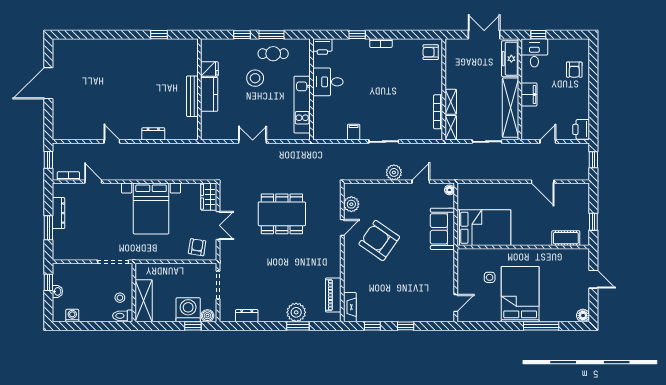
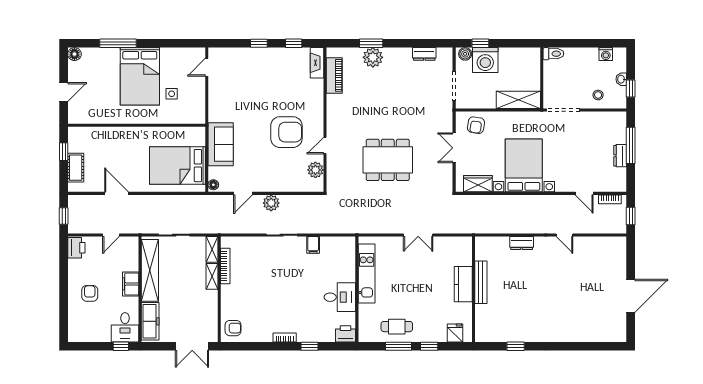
double door: (484, 35) -> (192, 346), moved
fridge: (209, 69) -> (455, 333), moved, turned 90
armchair: (574, 70) -> (90, 293), moved
stool: (255, 78) -> (416, 301), removed
wardrobe: (209, 197) -> (478, 184), moved, turned -90
dresser: (59, 213) -> (620, 156), width x0.70
window: (48, 228) -> (631, 145), width x1.44
bed: (484, 228) -> (178, 166), moved
cot: (566, 238) -> (76, 168), moved, turned 90
armchair: (379, 241) -> (286, 132), turned -35
door: (593, 279) -> (64, 92), swing flipped
stool: (120, 298) -> (598, 95), moved
shelving: (144, 301) -> (518, 100), moved, turned 90

